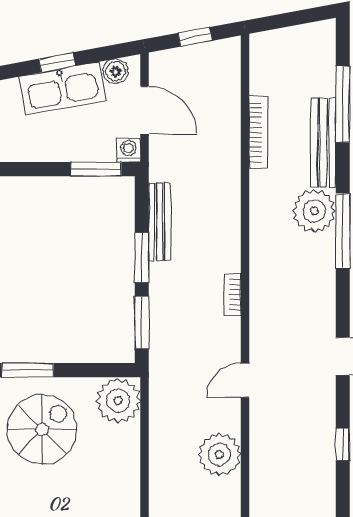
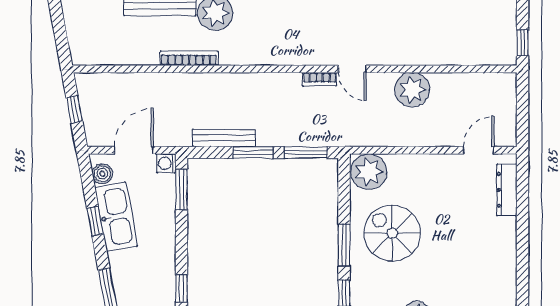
bookcase: (258, 132) -> (189, 58), moved
bookcase: (232, 295) -> (320, 79), moved

